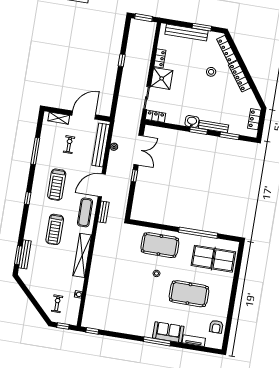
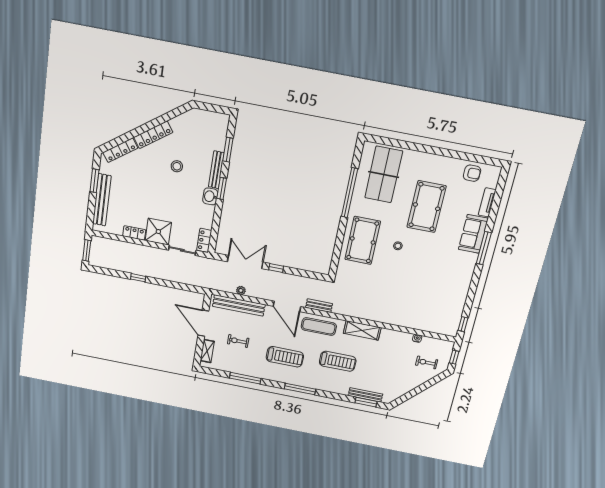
stool: (211, 72) -> (177, 166), moved
locker: (254, 119) -> (207, 117), removed
window: (28, 198) -> (300, 389), width x2.17
shelving: (82, 255) -> (362, 330), width x0.68

